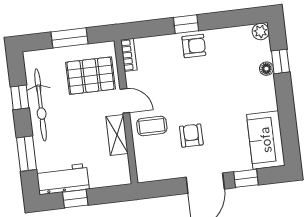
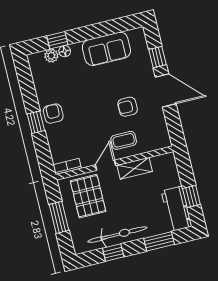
plant: (261, 32) -> (51, 56), moved
coffee table: (152, 126) -> (124, 140), turned 90
sofa: (266, 140) -> (106, 49), moved

